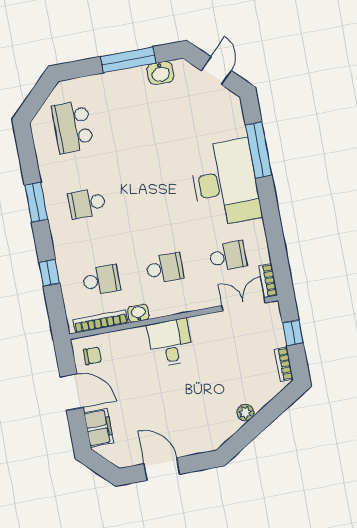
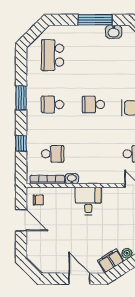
school desk: (165, 268) -> (93, 104), moved, turned 180
filing cabinet: (99, 428) -> (111, 261), moved, turned -122
door: (162, 469) -> (79, 279), moved

